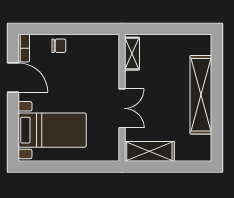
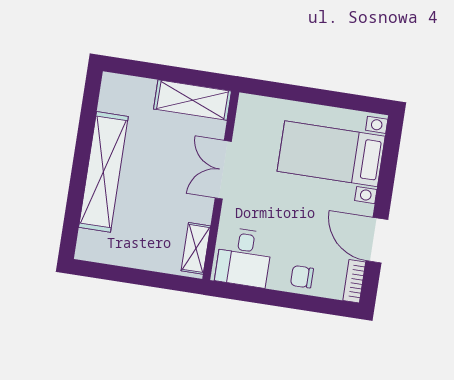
desk: (99, 53) -> (244, 257), added

